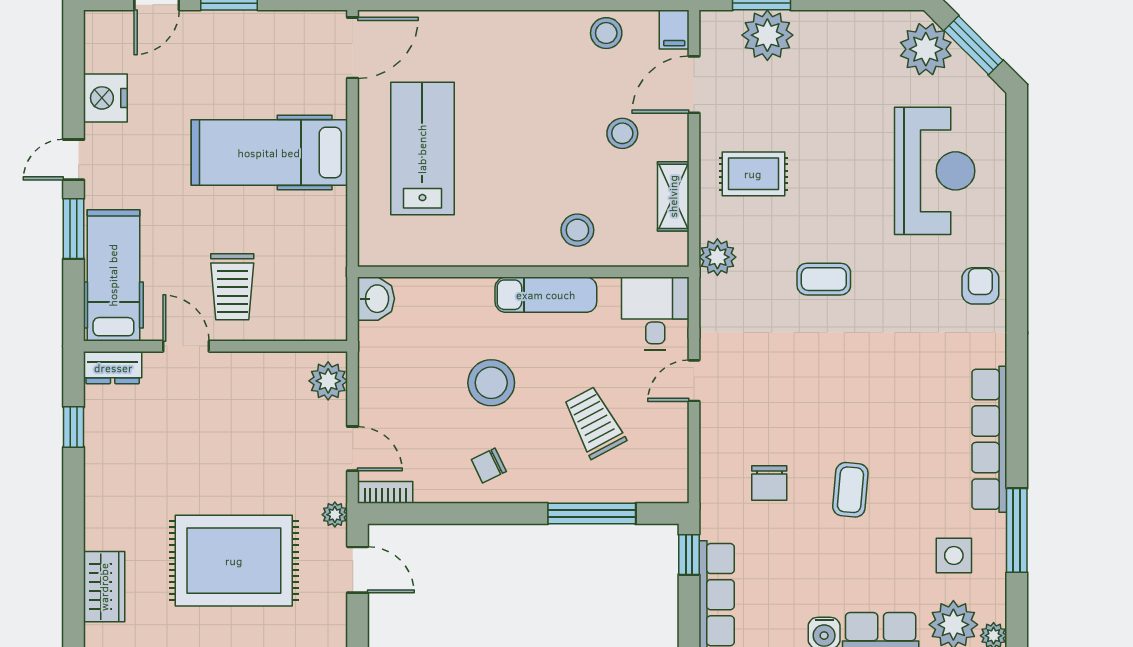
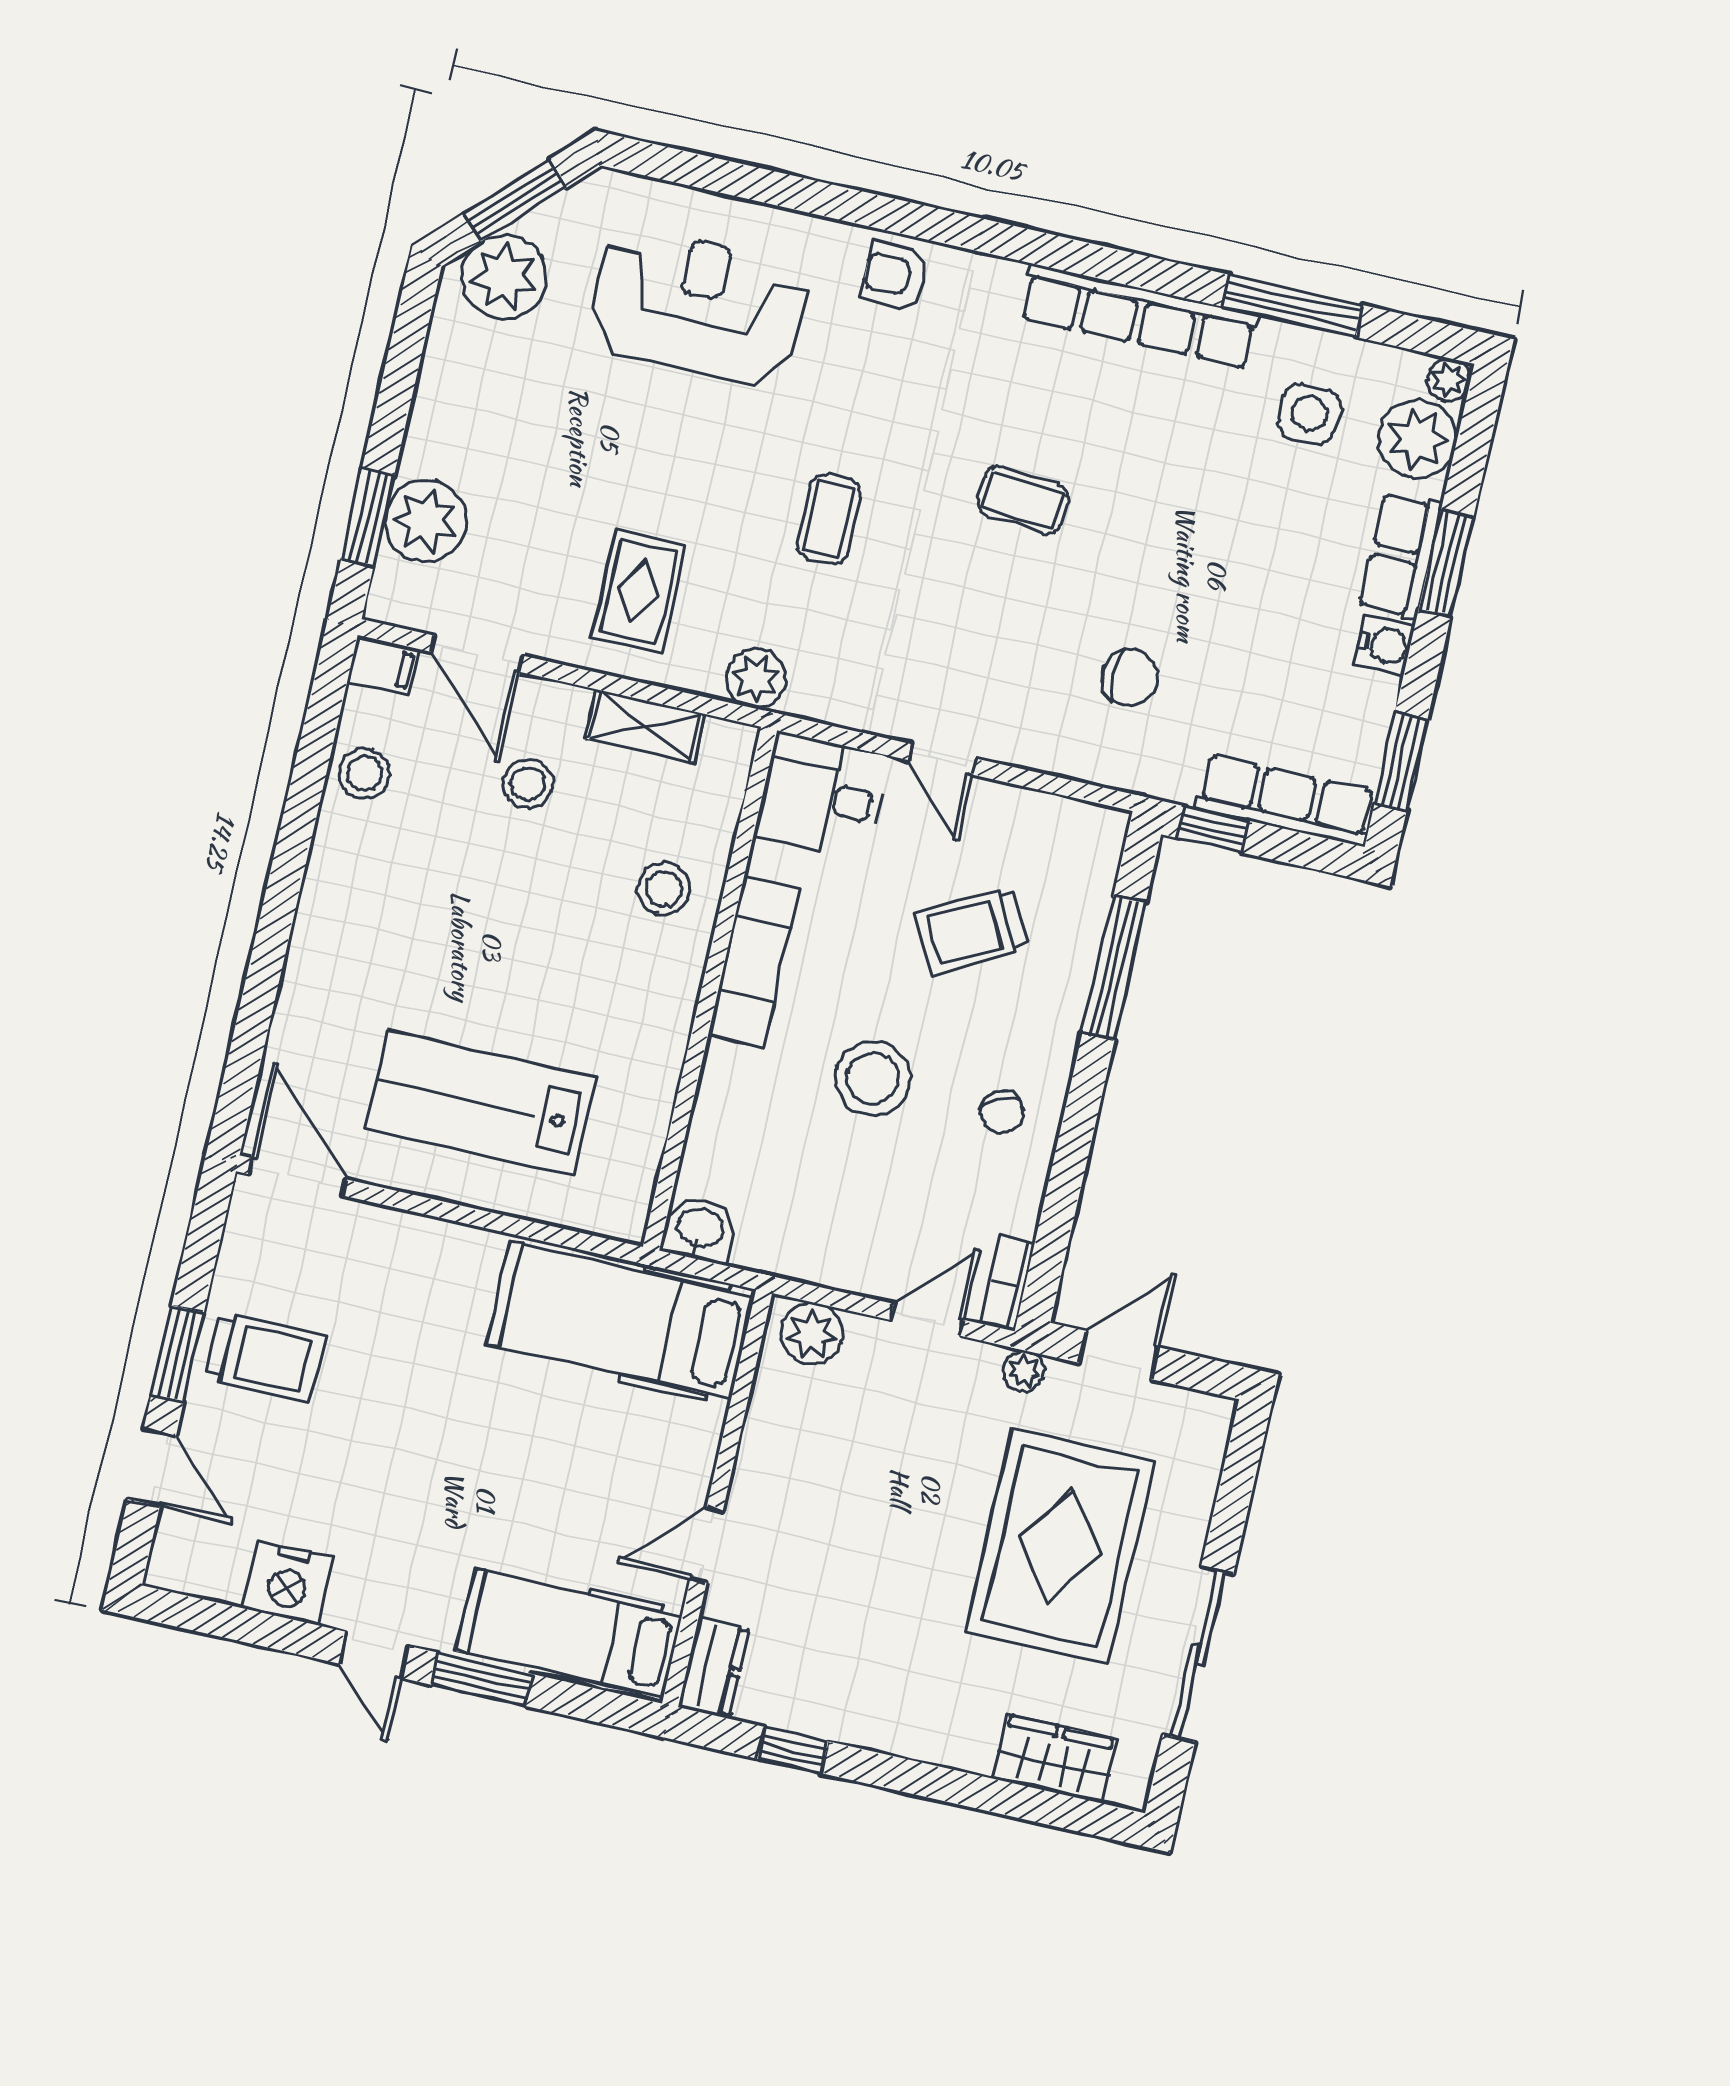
hospital bed: (269, 153) -> (620, 1320), moved, turned 90
trolley: (232, 287) -> (265, 1357), moved
coffee table: (850, 490) -> (1023, 500), moved

